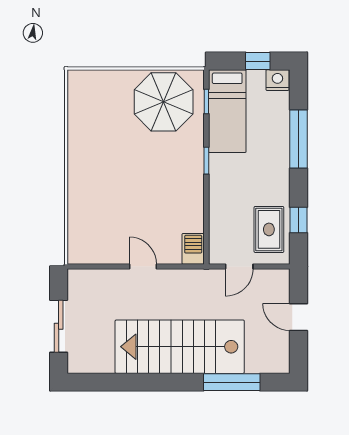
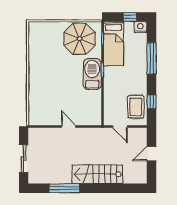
barbecue: (193, 249) -> (92, 74), moved, width x1.88, depth x1.53
door: (239, 267) -> (120, 127), hinge flipped
door: (298, 317) -> (152, 154), hinge flipped
stairs: (180, 347) -> (97, 174), width x0.73, depth x0.66
window: (232, 382) -> (64, 188), moved

